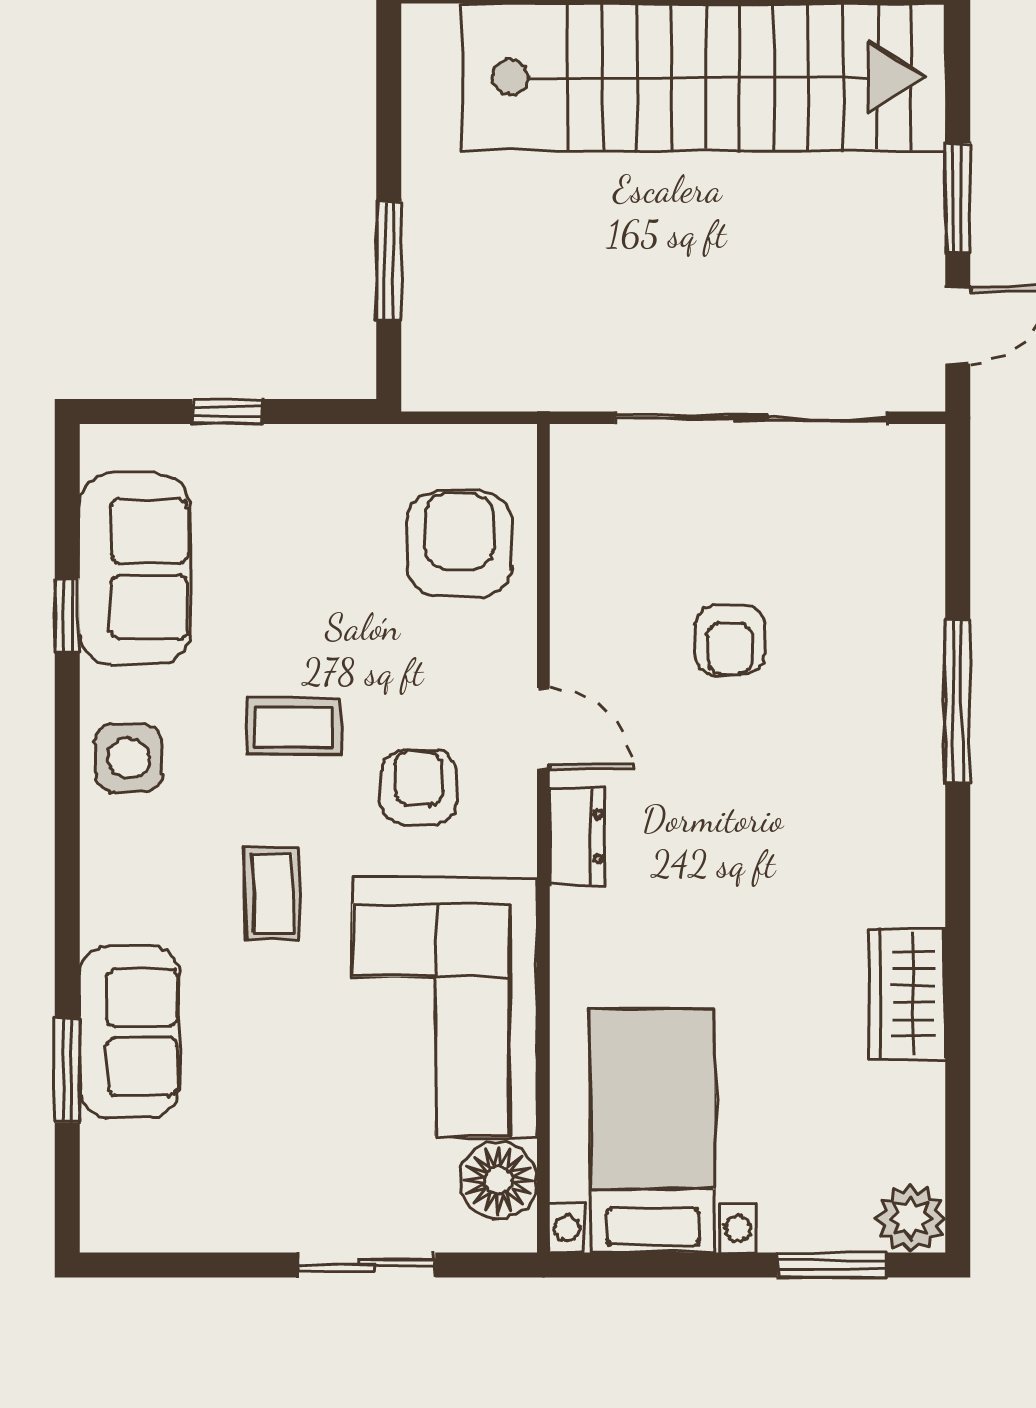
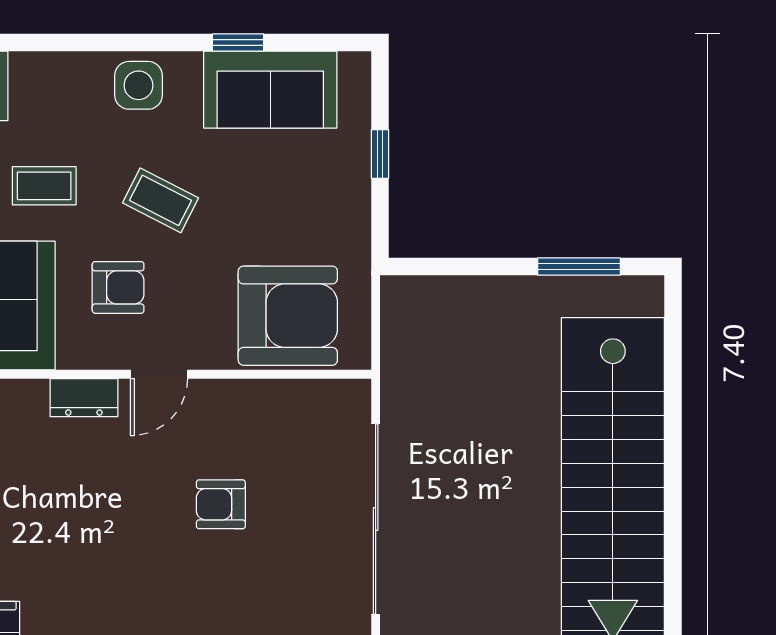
window: (389, 261) -> (579, 267), moved
armchair: (459, 544) -> (288, 316), width x1.36, depth x1.36
coffee table: (294, 727) -> (161, 200), turned -63

